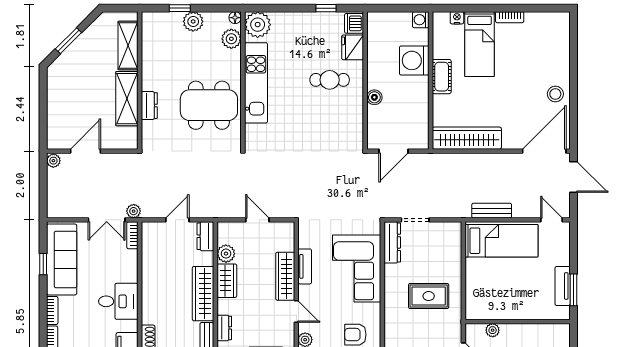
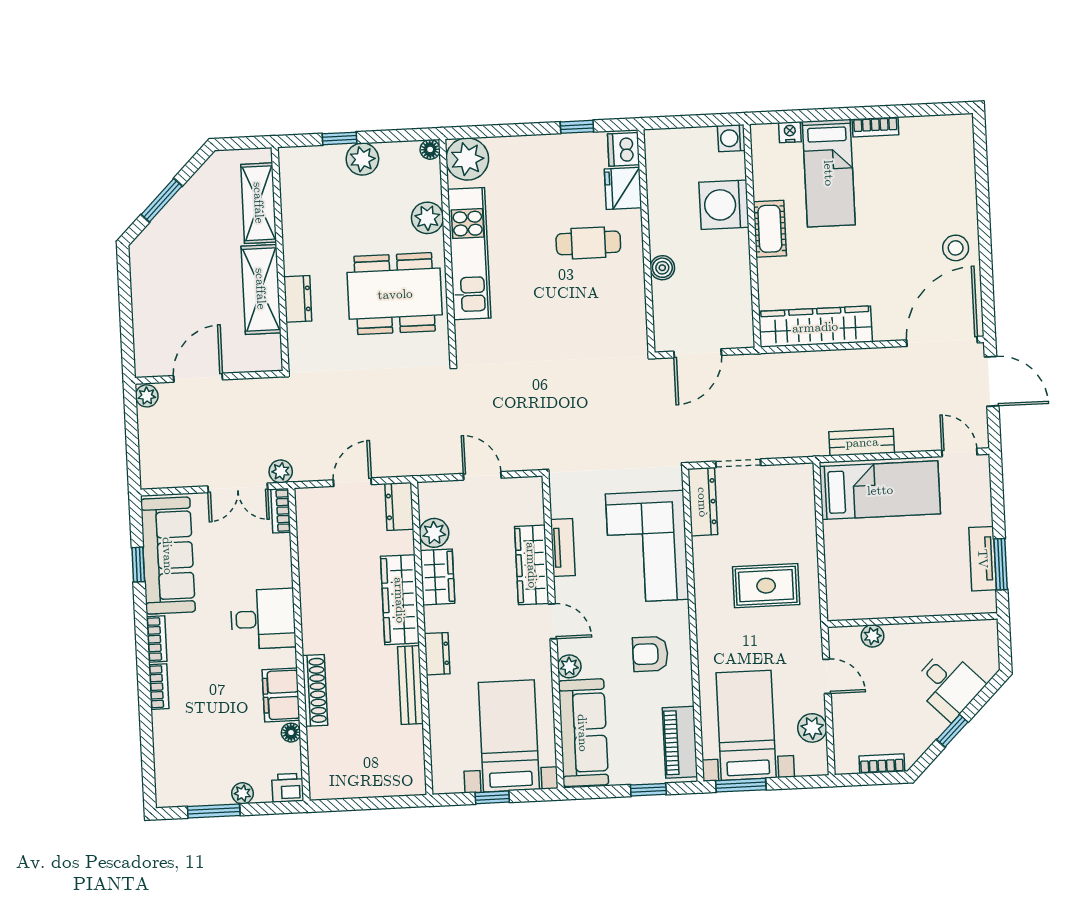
plant: (231, 39) -> (427, 218), moved

